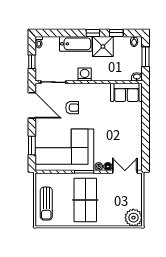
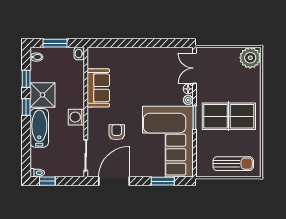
window: (32, 62) -> (47, 181), moved
sofa: (126, 92) -> (98, 88), moved

